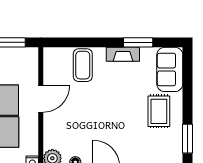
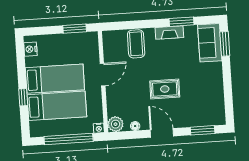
rug: (159, 111) -> (165, 89), moved, turned 90
window: (187, 139) -> (225, 44), moved

